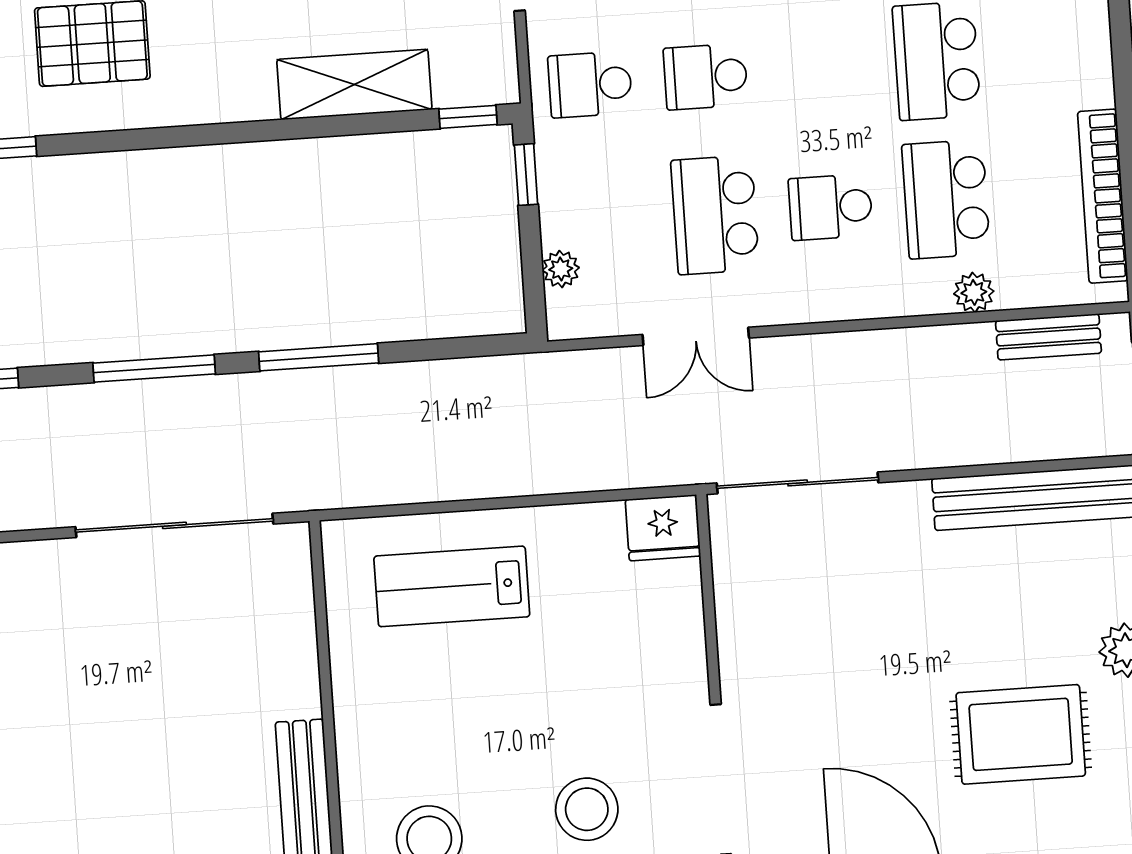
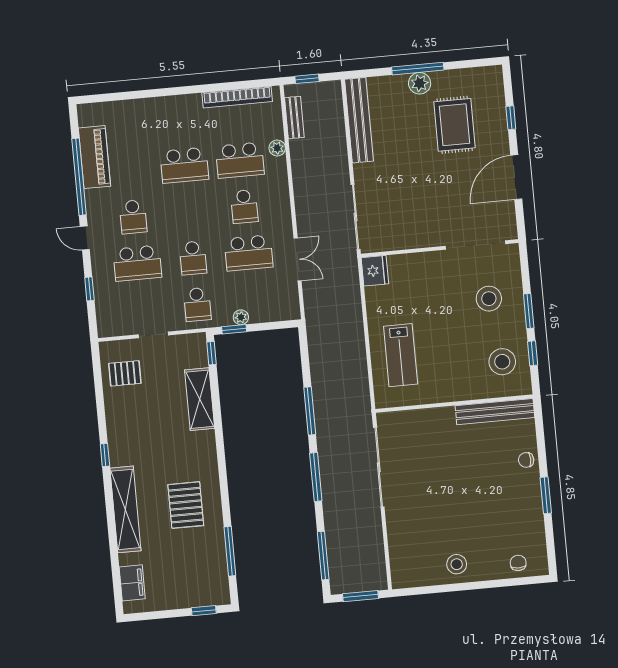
plant: (561, 269) -> (241, 317), moved

